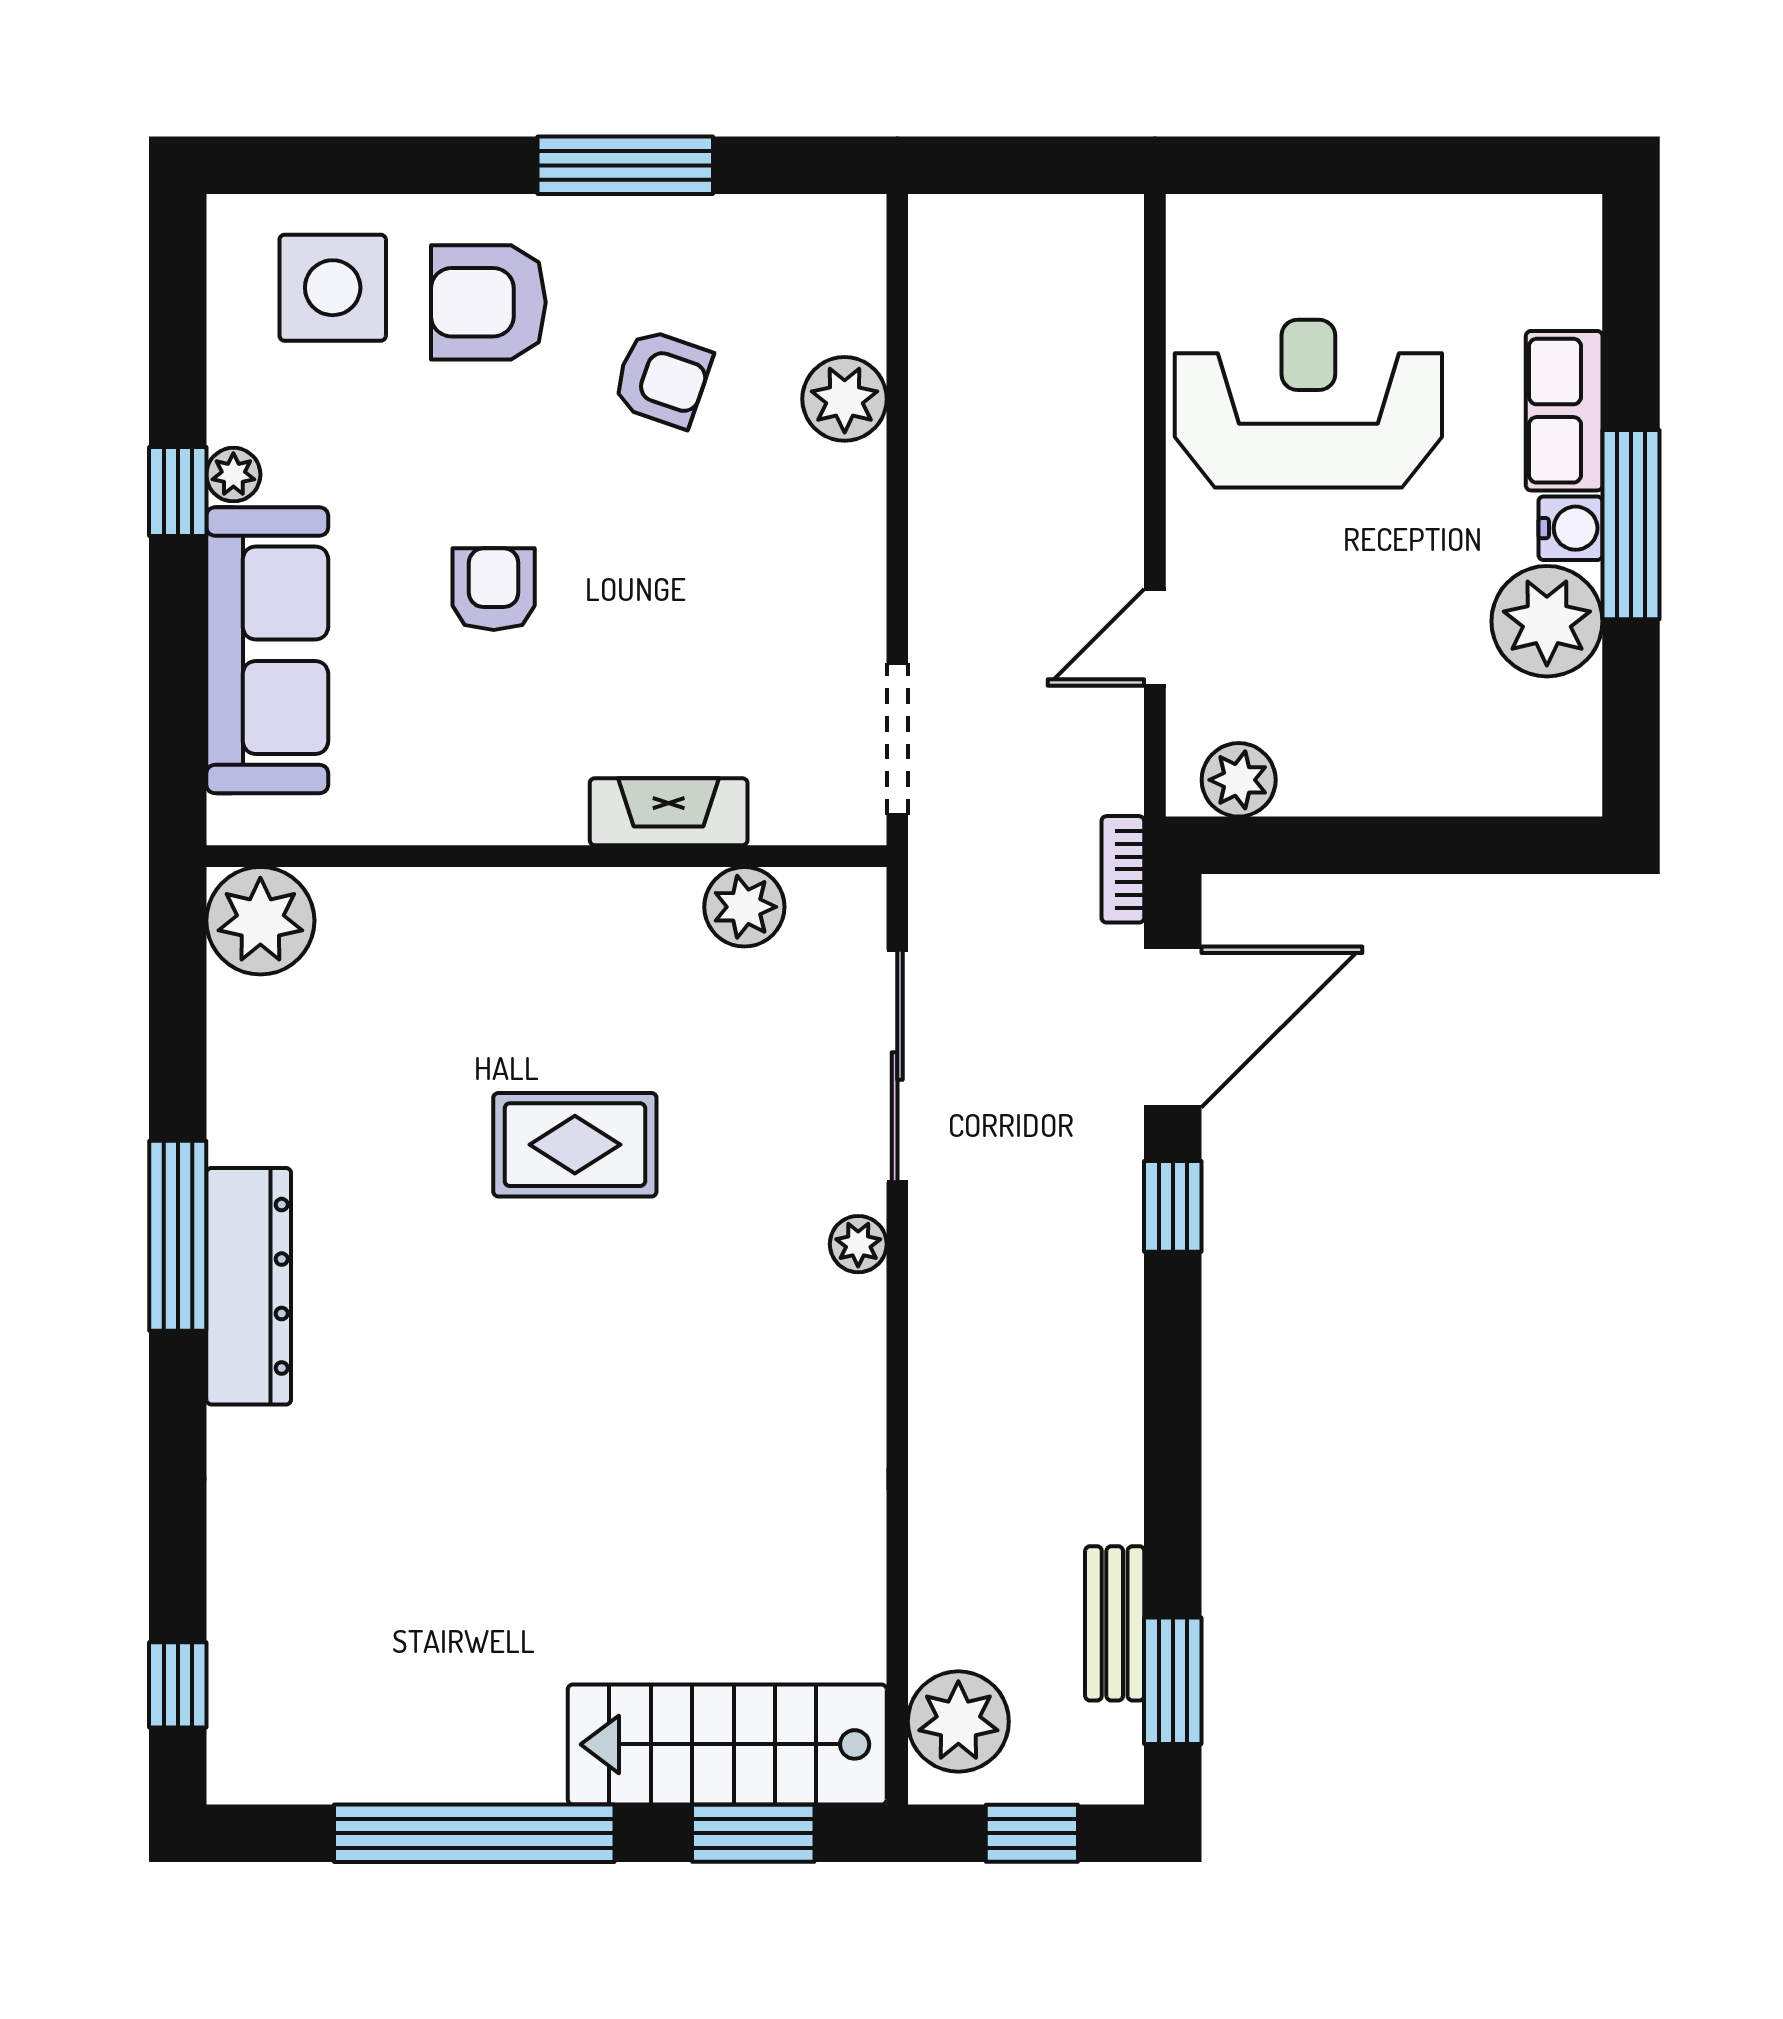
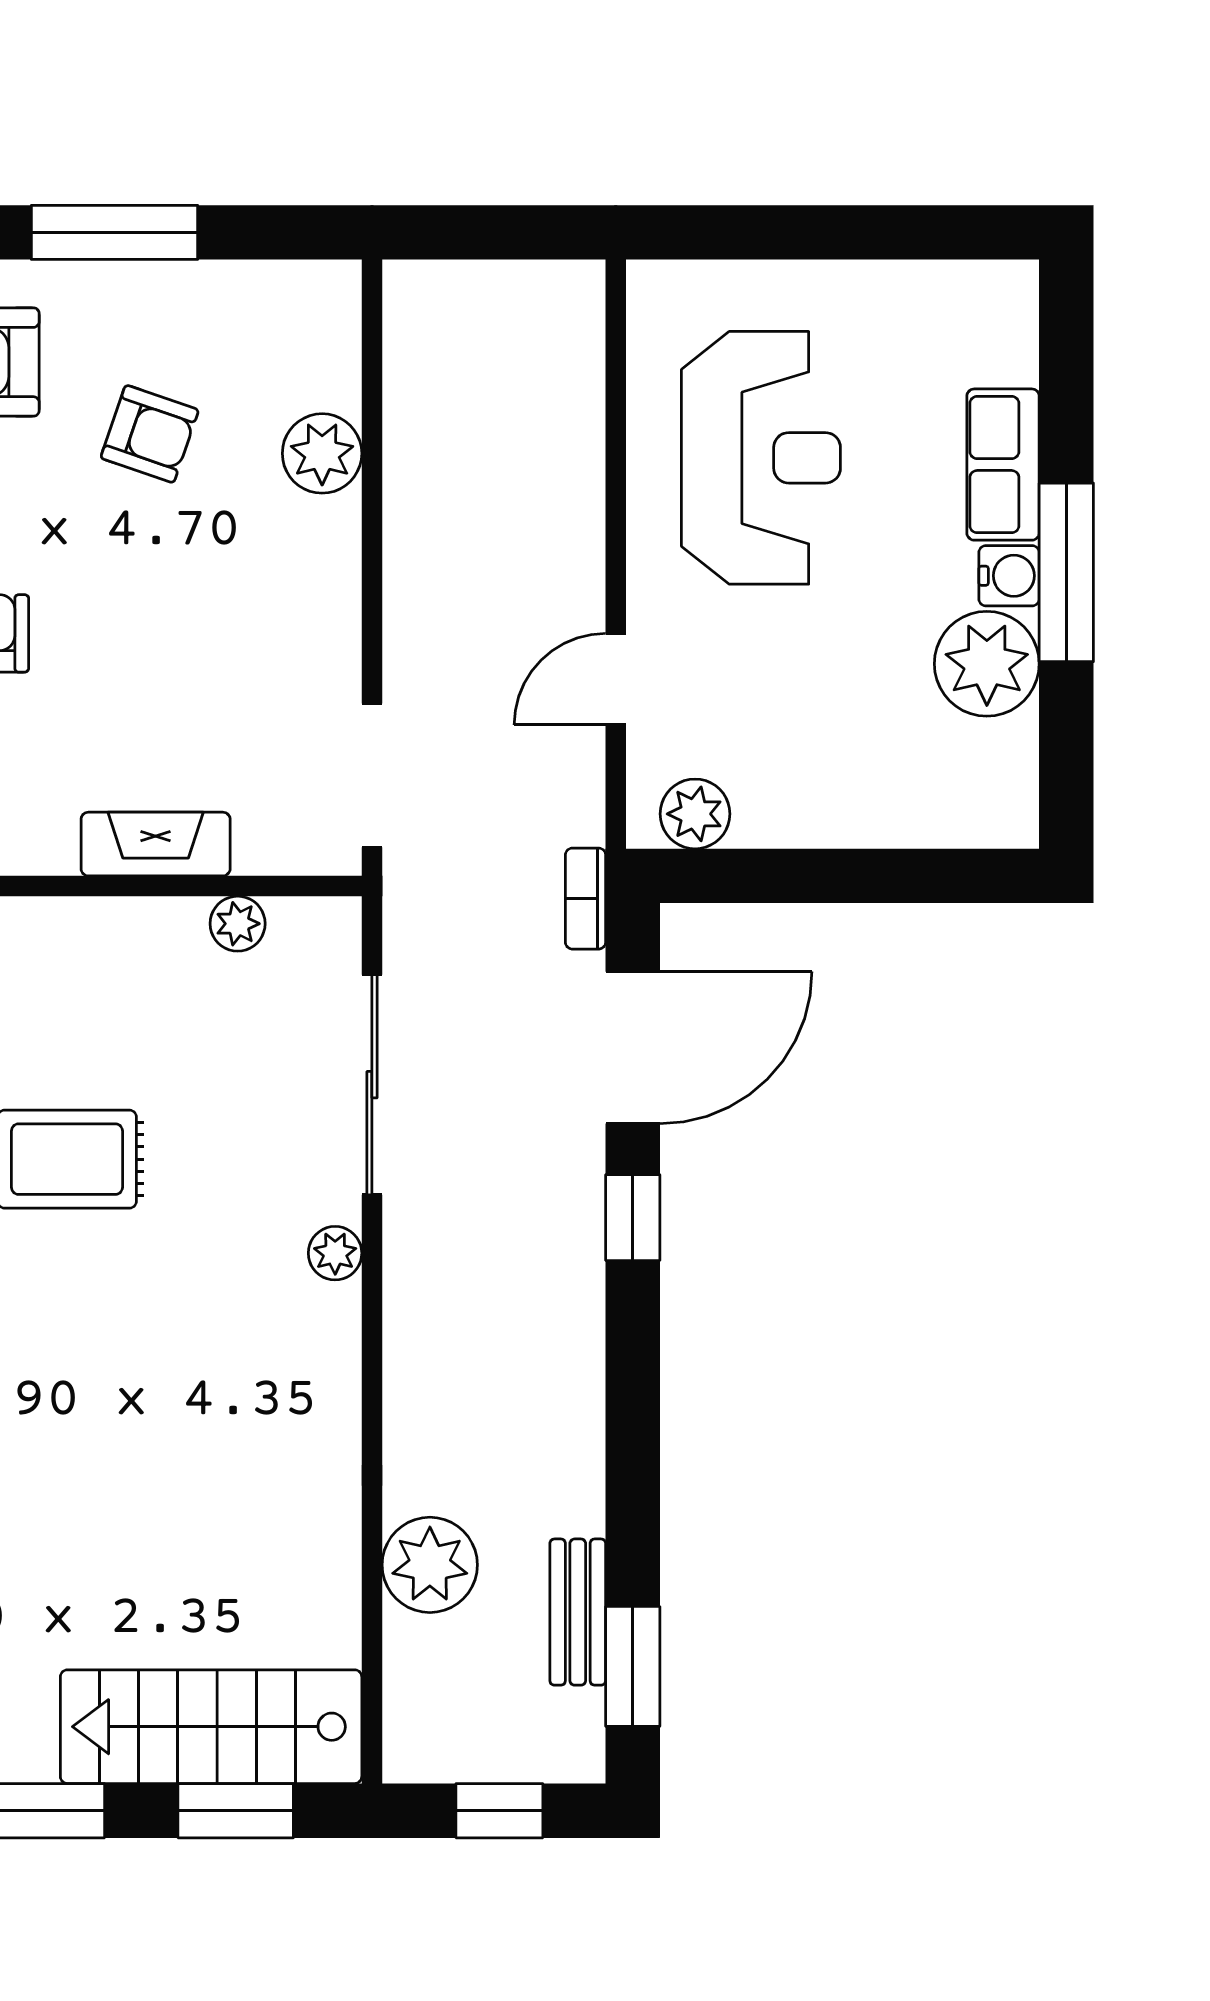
reception desk: (1308, 404) -> (761, 458), turned 90
plant: (744, 907) -> (238, 924), width x0.73, depth x0.73
plant: (958, 1721) -> (430, 1565), moved

